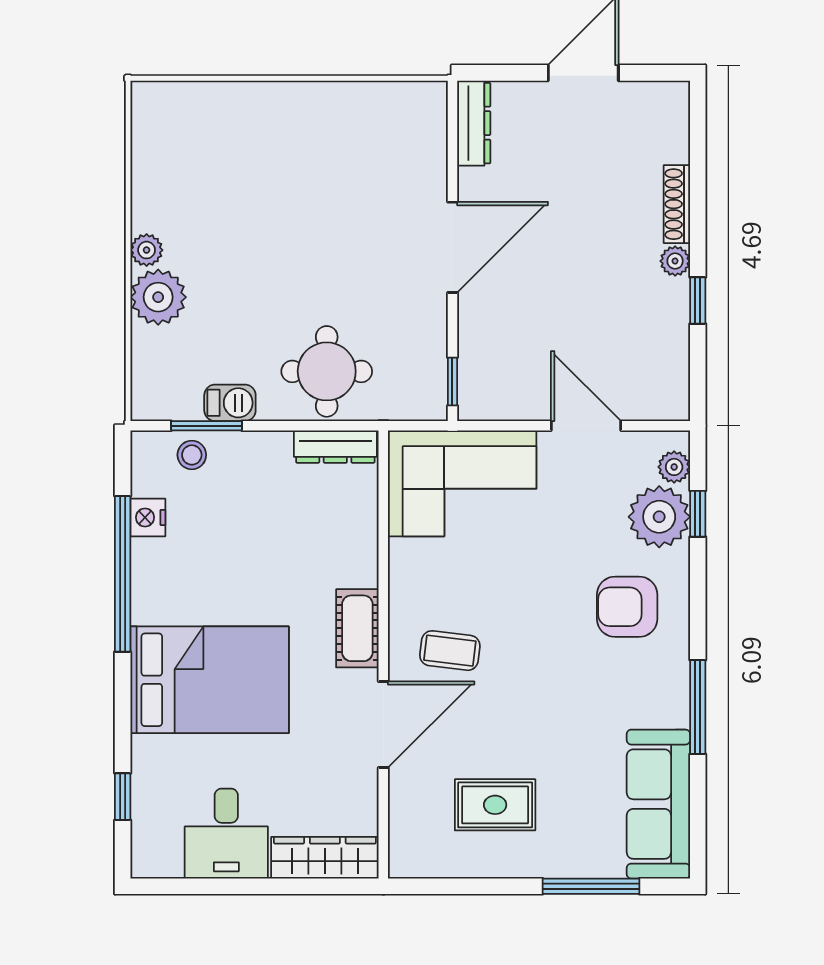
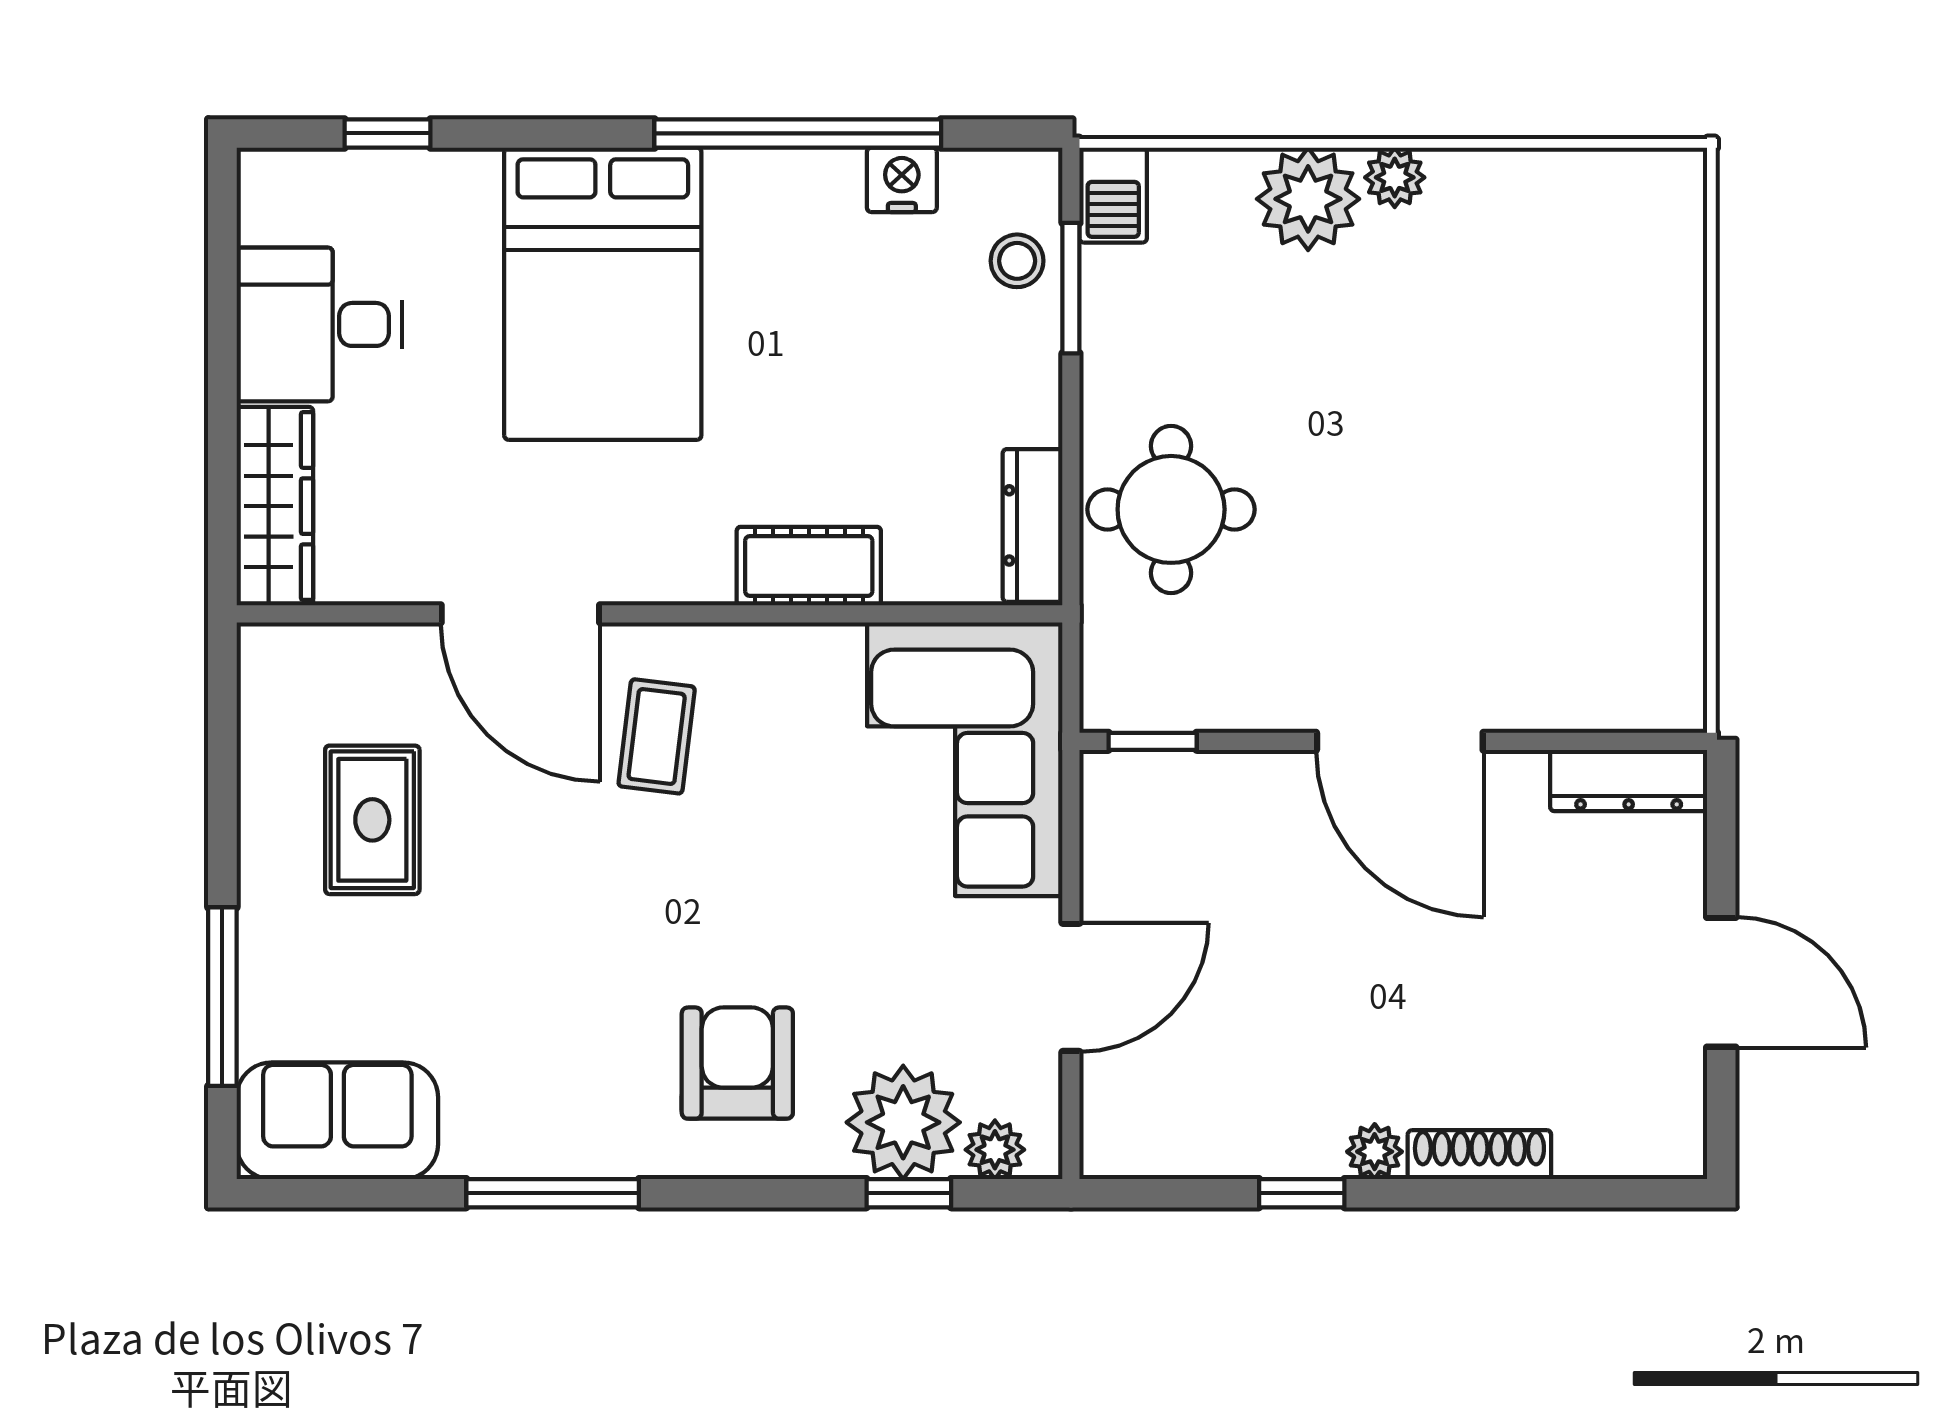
barbecue: (230, 403) -> (1113, 195), moved
cot: (357, 628) -> (809, 566), moved
sofa: (658, 804) -> (337, 1121), width x0.73

